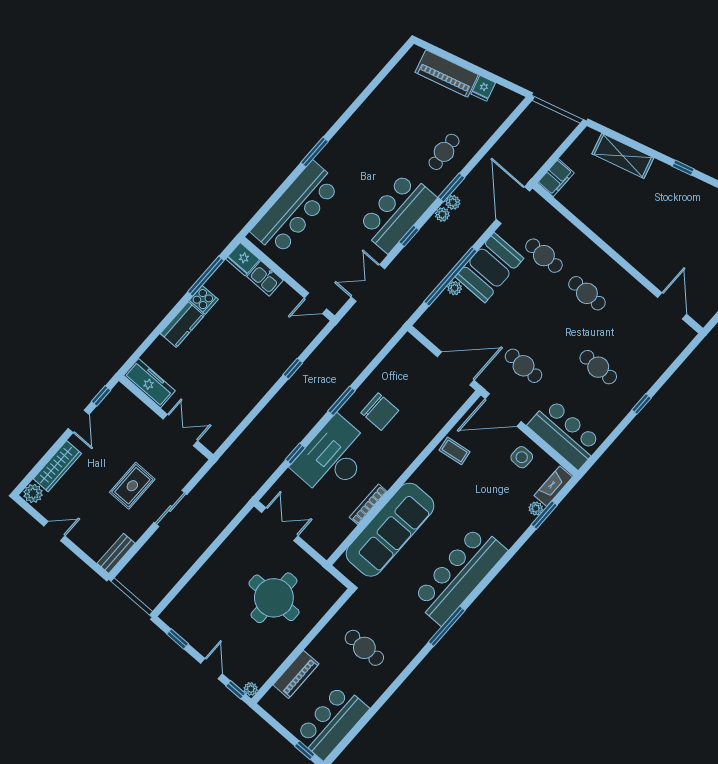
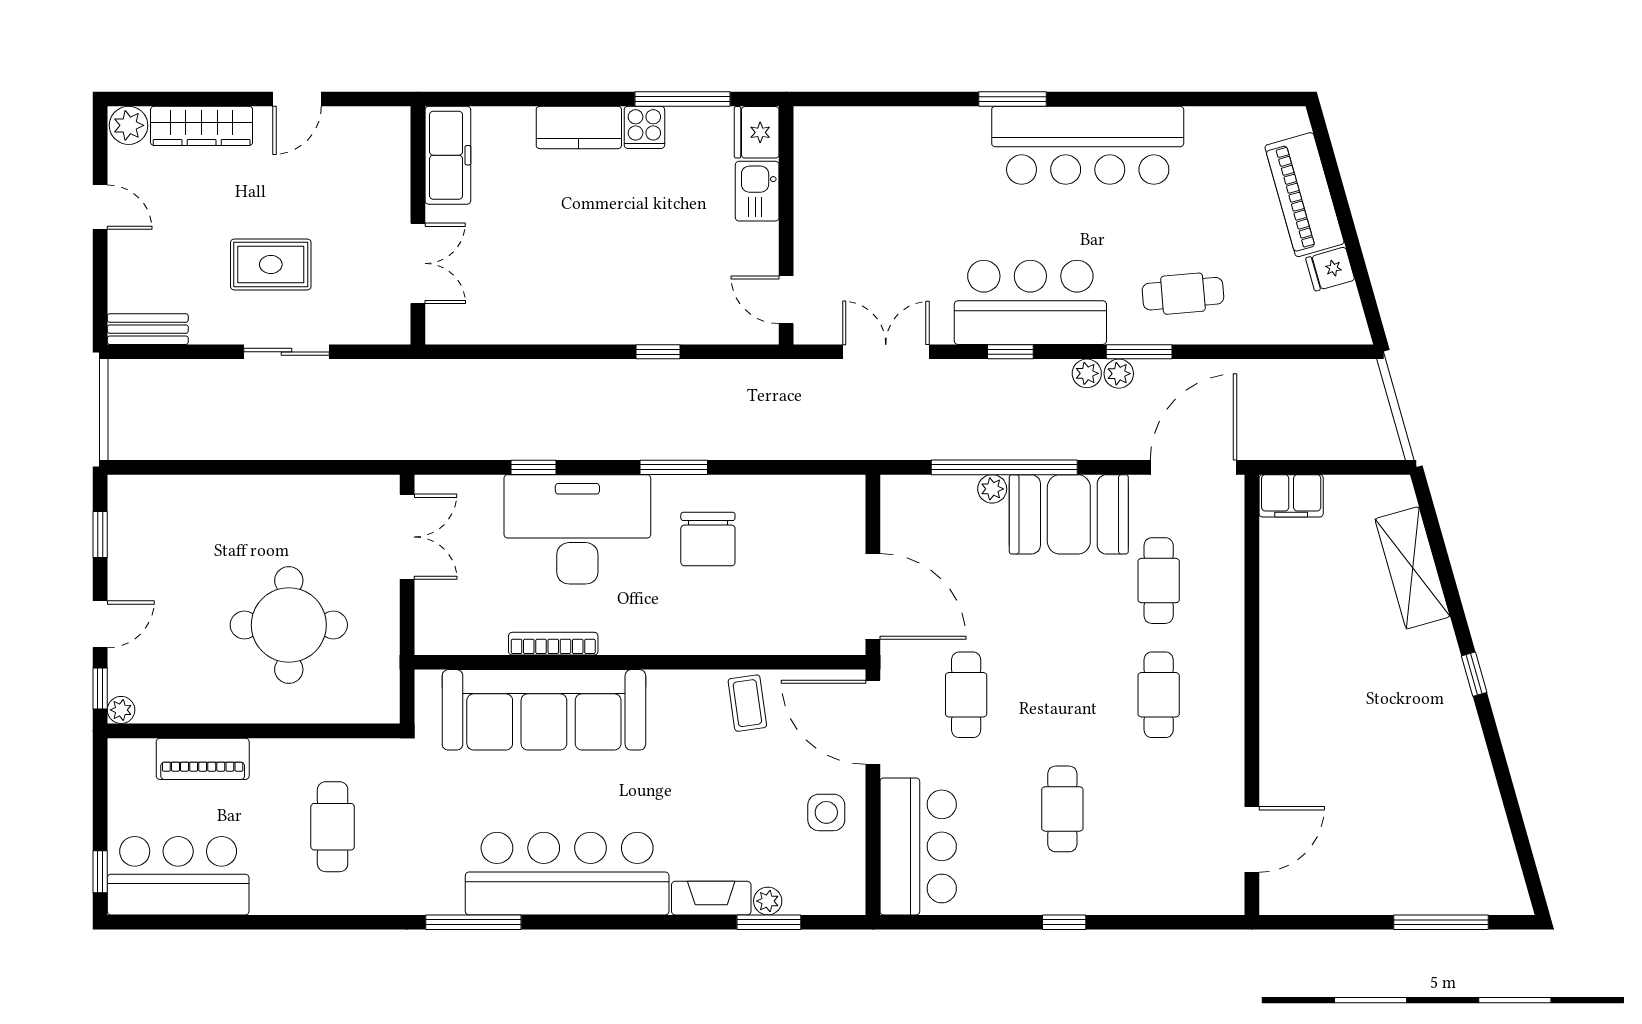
bar counter: (296, 208) -> (1088, 145), moved
window: (101, 396) -> (365, 99), removed
fireplace: (553, 486) -> (711, 898), moved

